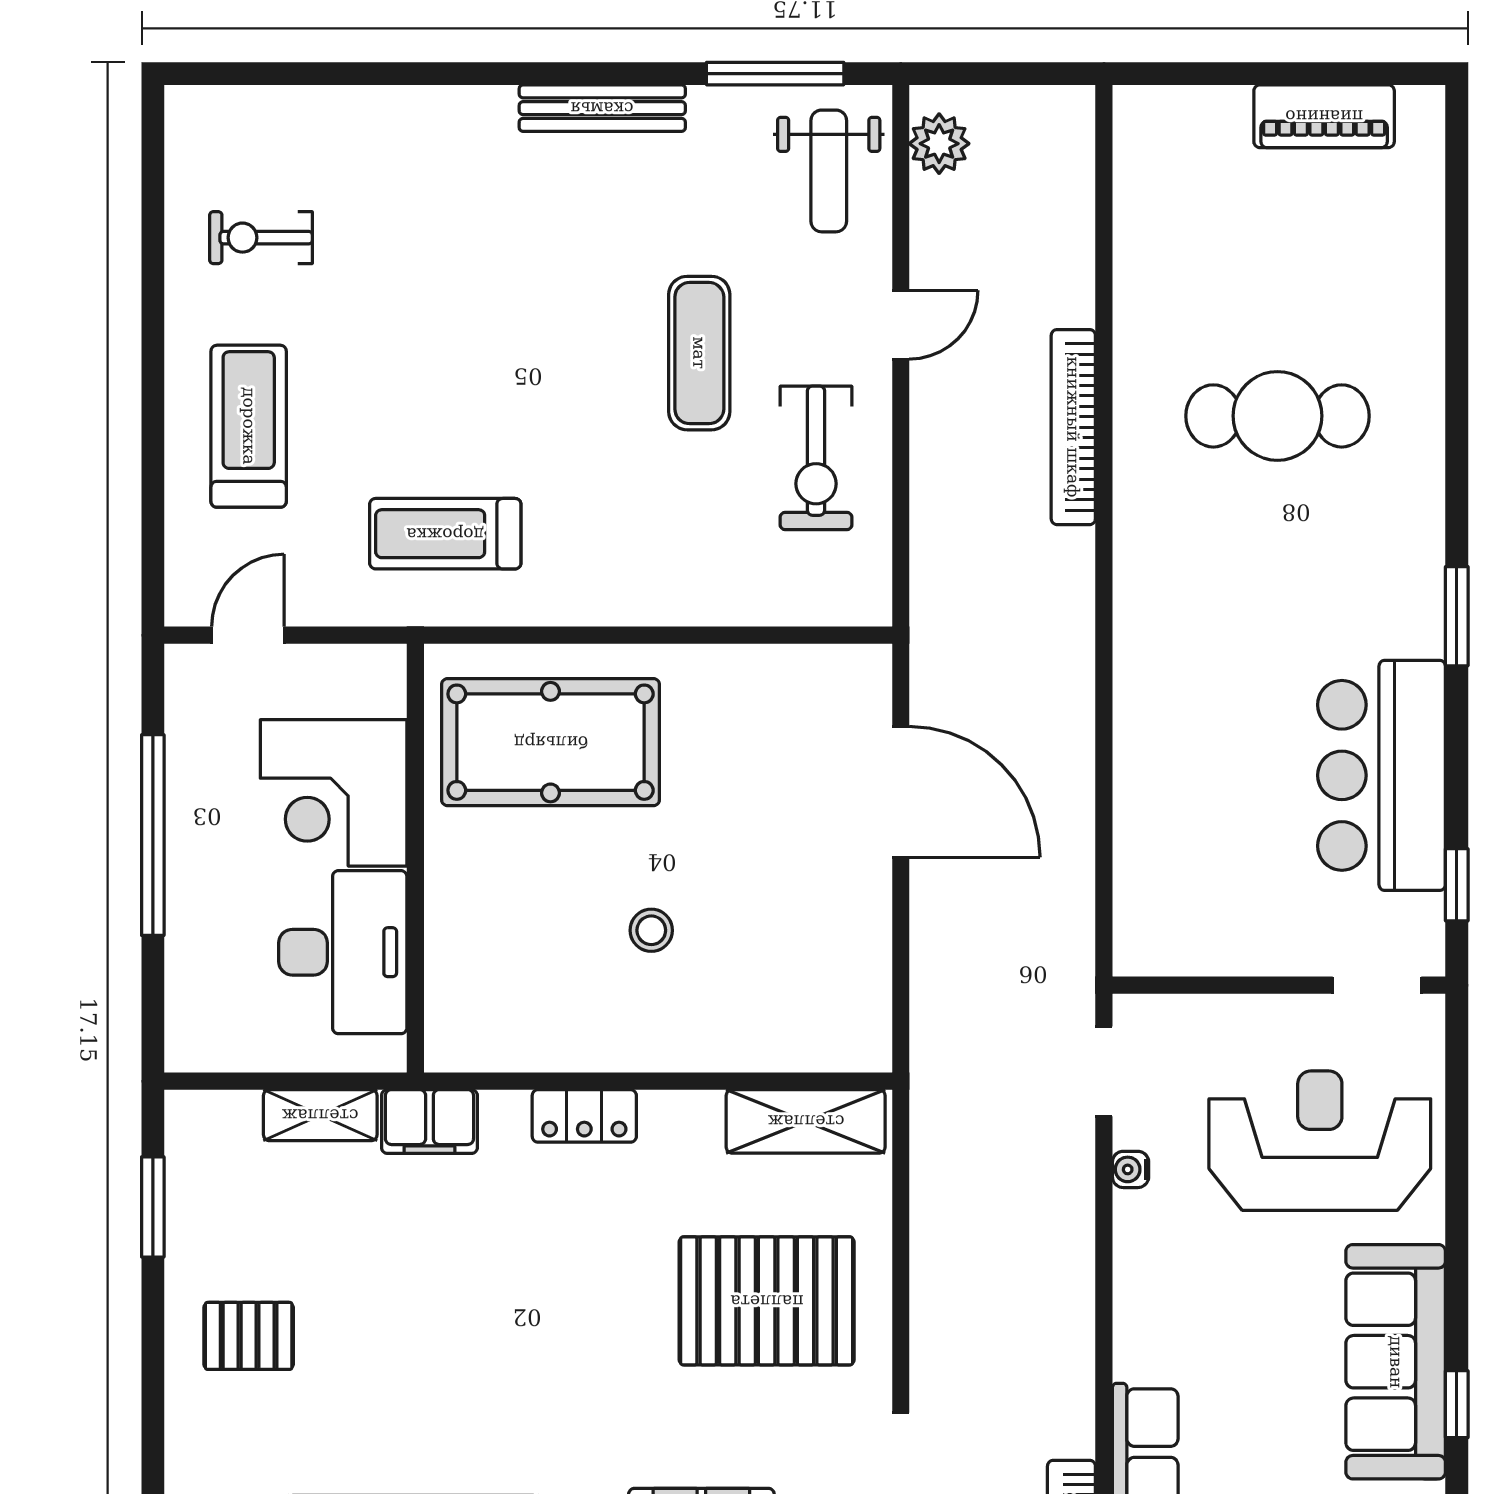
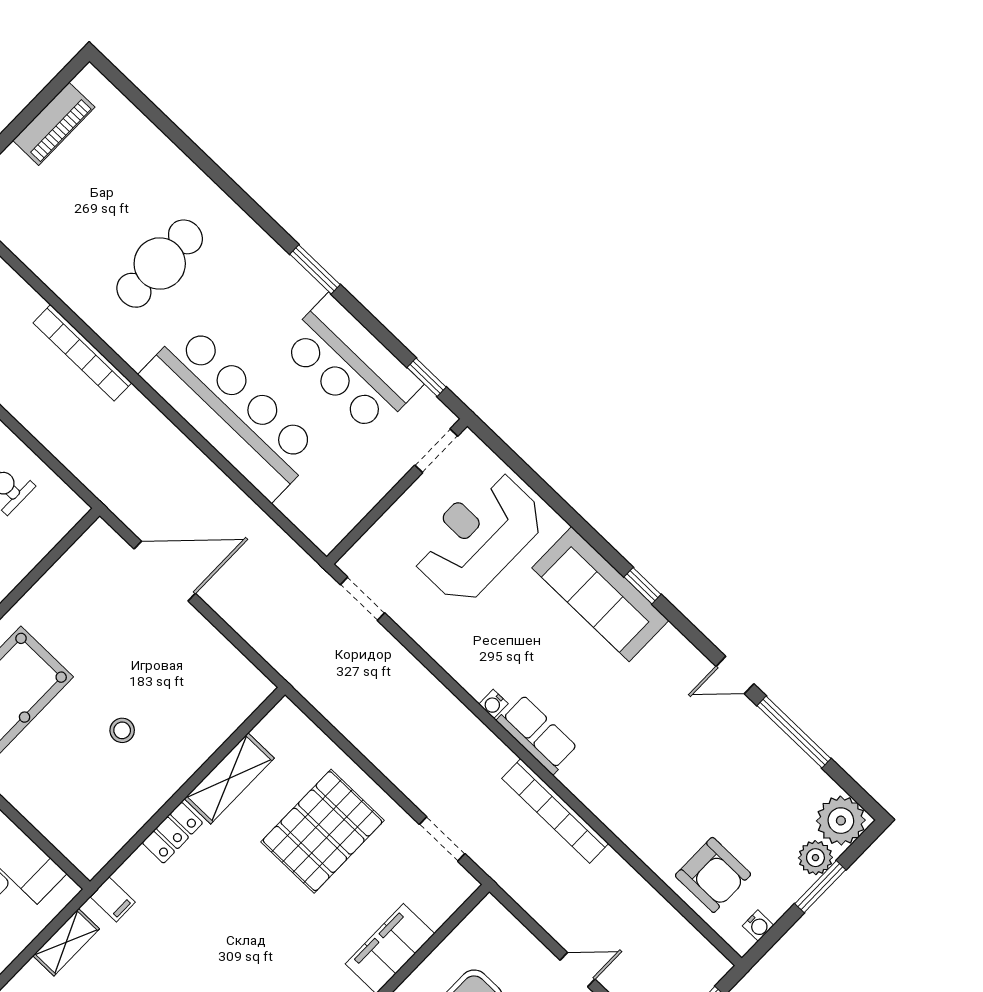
bar counter: (1178, 683) -> (231, 412), added
shelving: (806, 1121) -> (229, 778), moved
filing cabinet: (429, 1122) -> (113, 899), width x0.50
water cooler: (1131, 1169) -> (493, 704), moved

